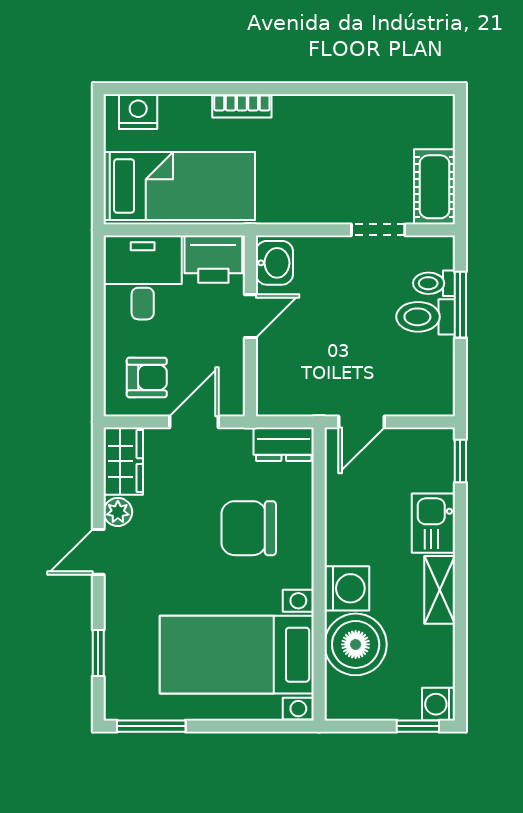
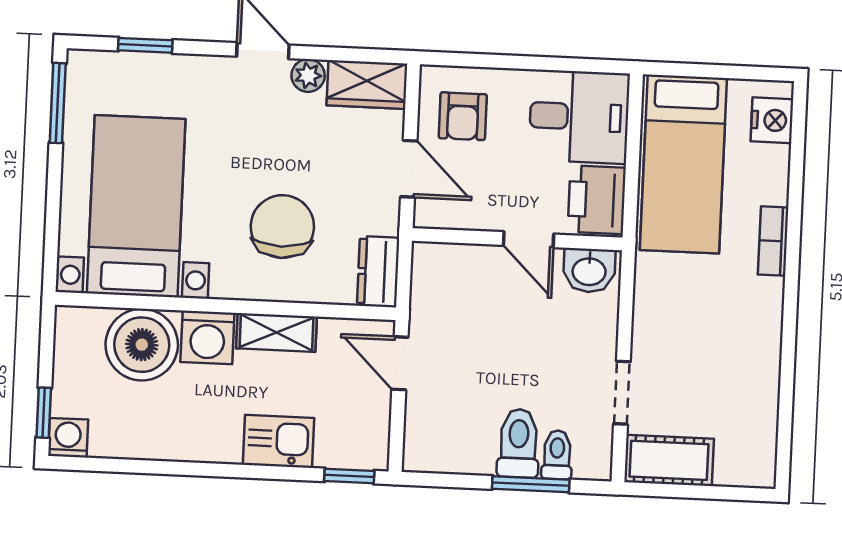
shelving: (440, 590) -> (276, 332), moved

